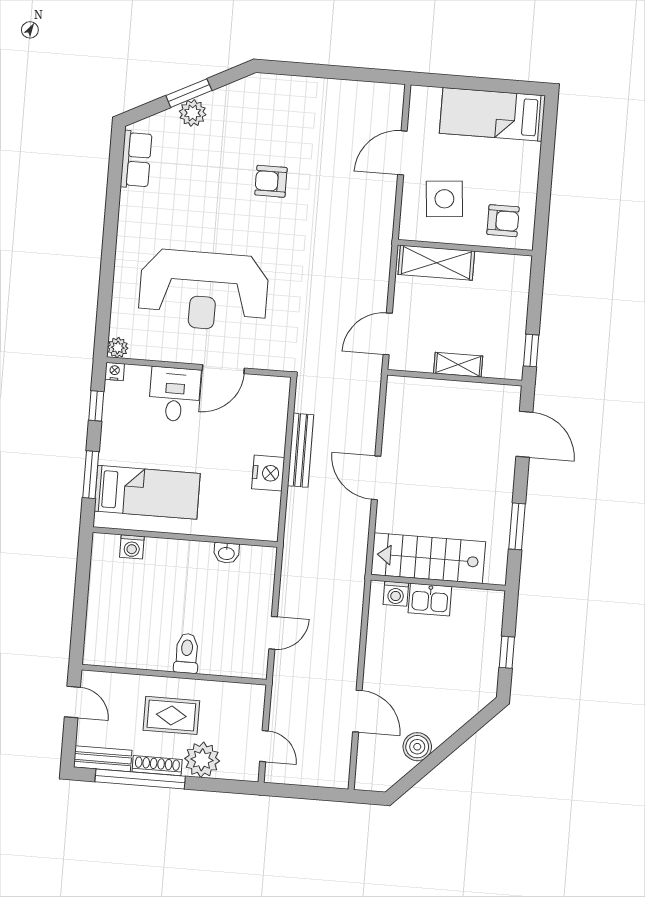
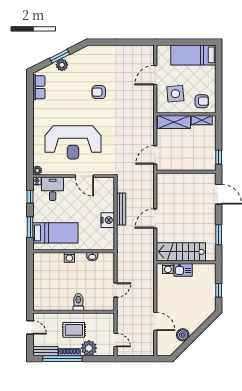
shelving: (458, 365) -> (202, 120), moved
door: (223, 369) -> (84, 176), hinge flipped
desk: (175, 394) -> (53, 189), moved
door: (376, 478) -> (155, 218), hinge flipped
washing machine: (132, 547) -> (69, 257), moved

